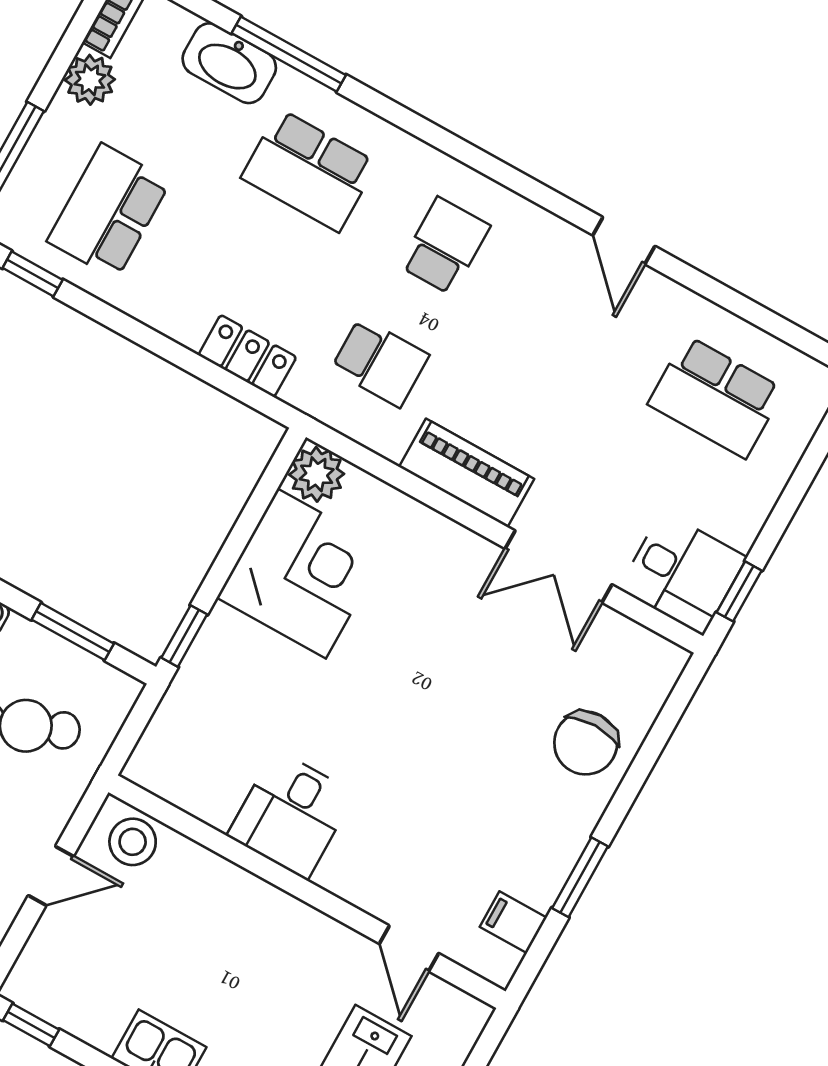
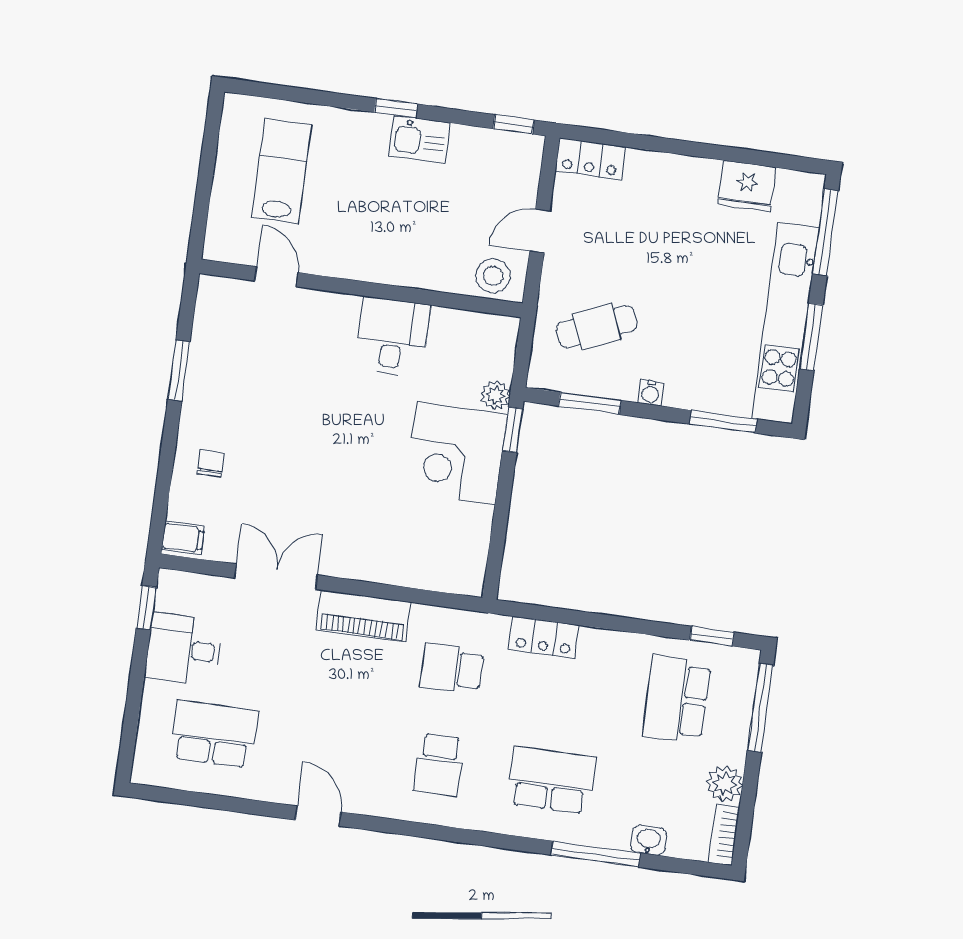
washbasin: (229, 63) -> (649, 840), width x0.52, depth x0.69
school desk: (109, 211) -> (677, 699), turned 180
plant: (317, 474) -> (496, 395), moved, width x0.73, depth x0.73
corner desk: (302, 573) -> (456, 454), moved
desk: (683, 573) -> (184, 649), moved
chair: (586, 743) -> (211, 464), width x0.54, depth x0.54
filing cabinet: (513, 922) -> (183, 538), moved

